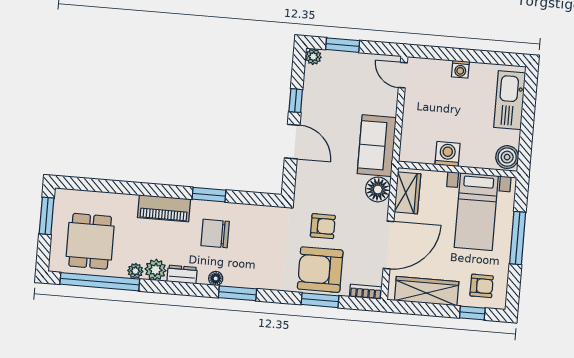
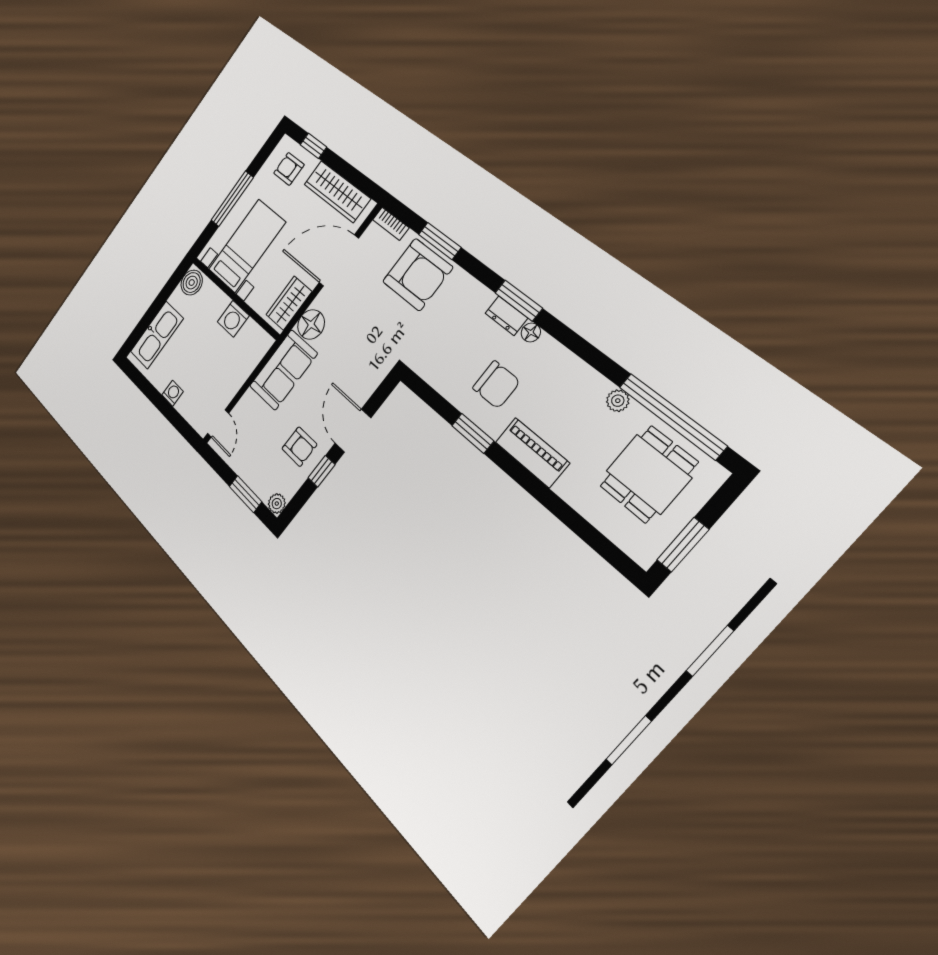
armchair: (323, 226) -> (299, 447), moved, turned 180
plant: (156, 270) -> (592, 387), removed
dresser: (182, 274) -> (506, 316), moved

